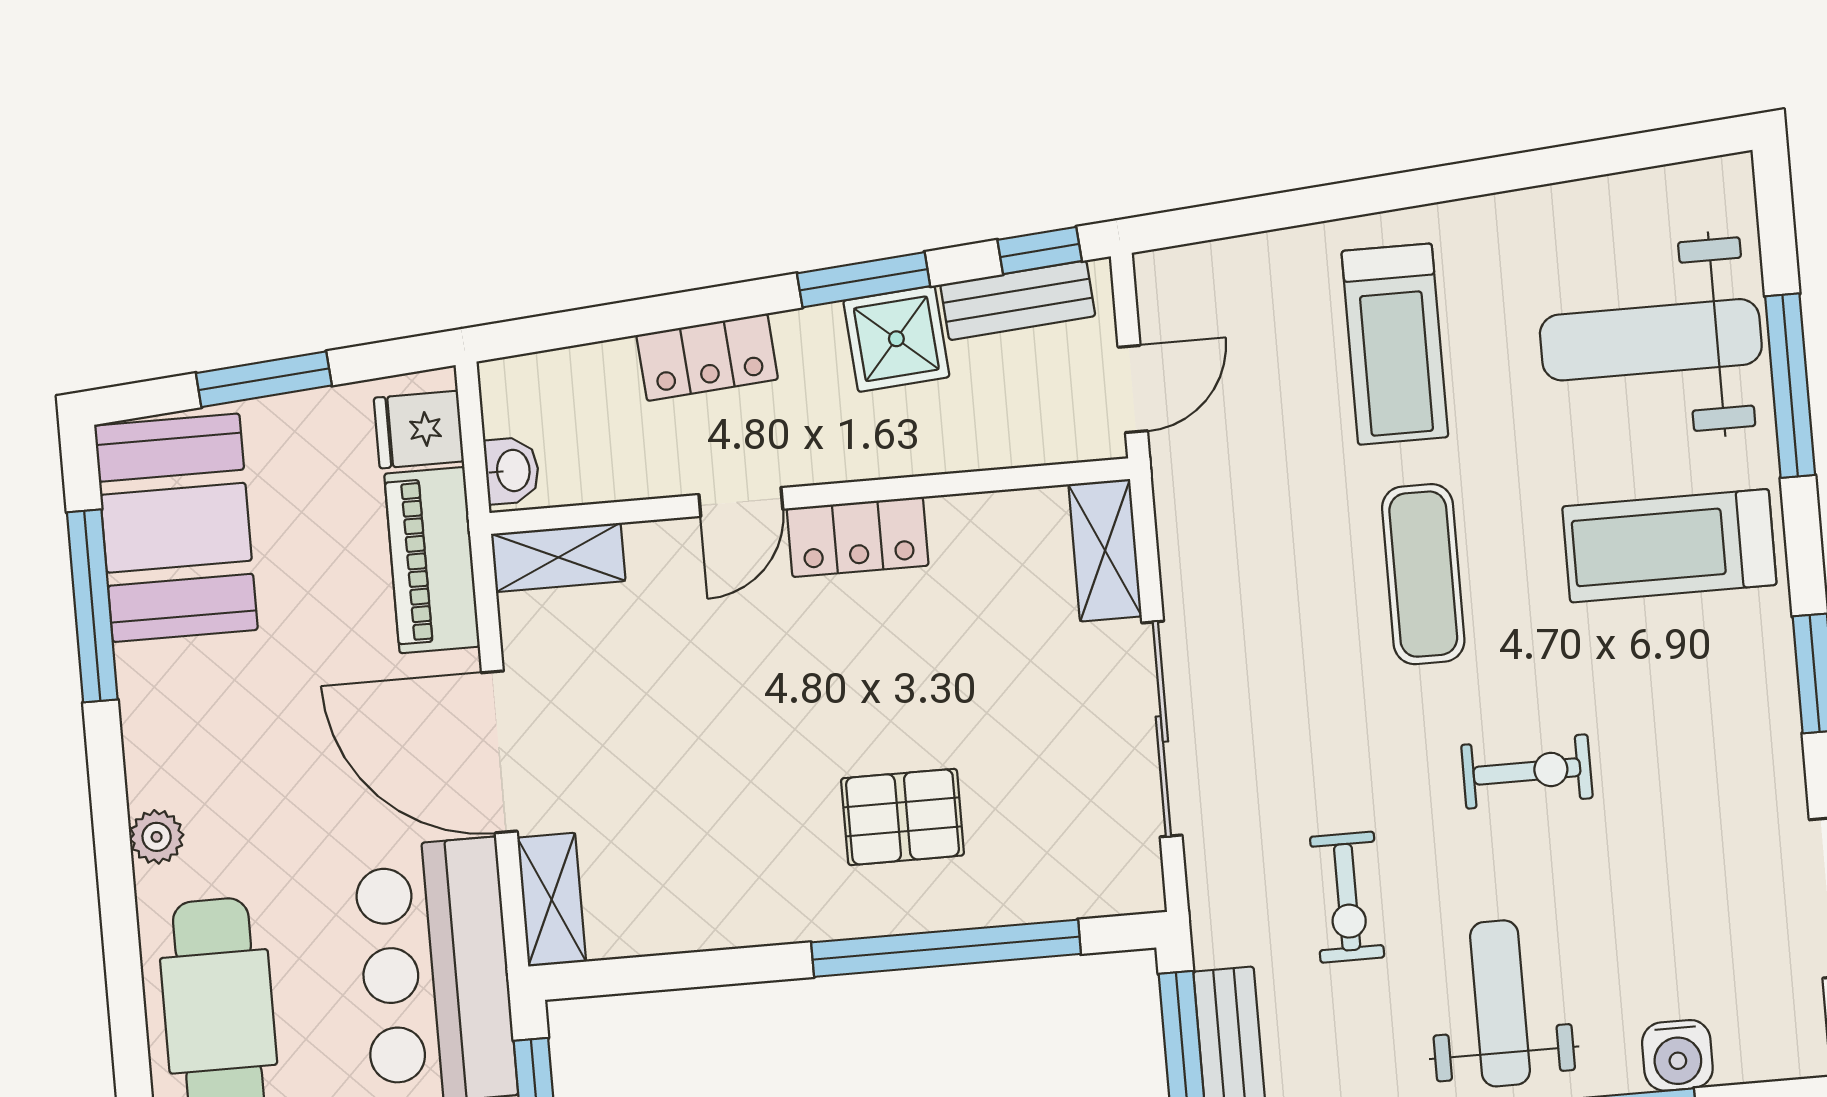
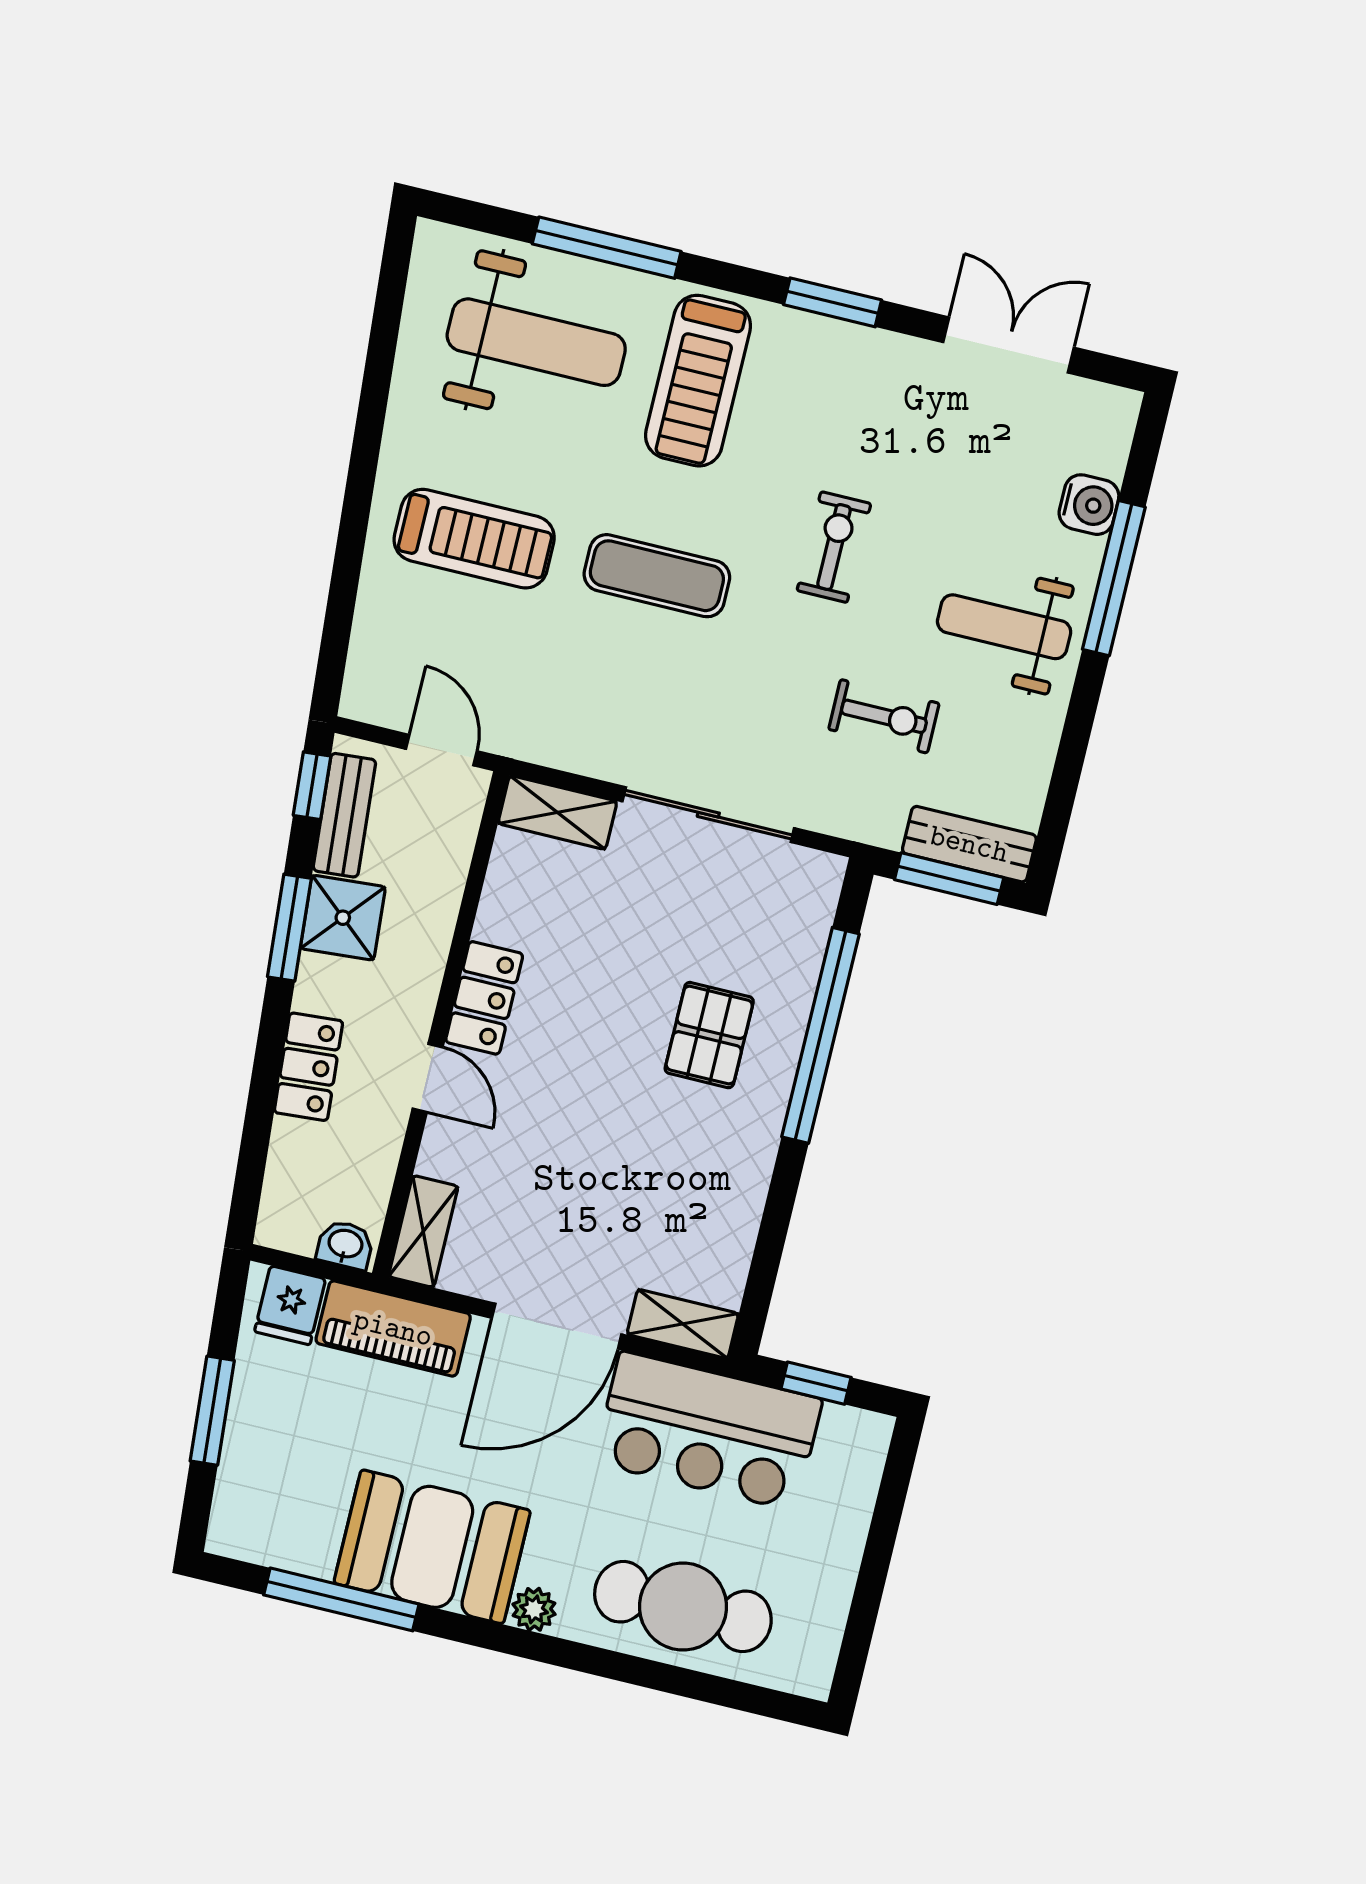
weight bench: (1651, 340) -> (536, 342), turned -90
booth: (176, 528) -> (432, 1547), moved

